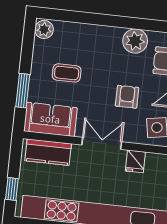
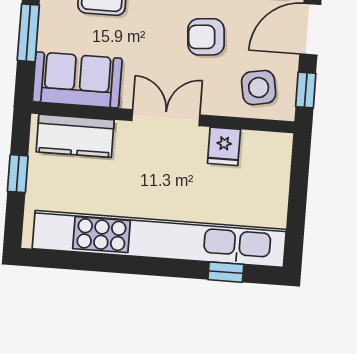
armchair: (127, 97) -> (206, 37), turned -95
window: (12, 189) -> (18, 174), moved

